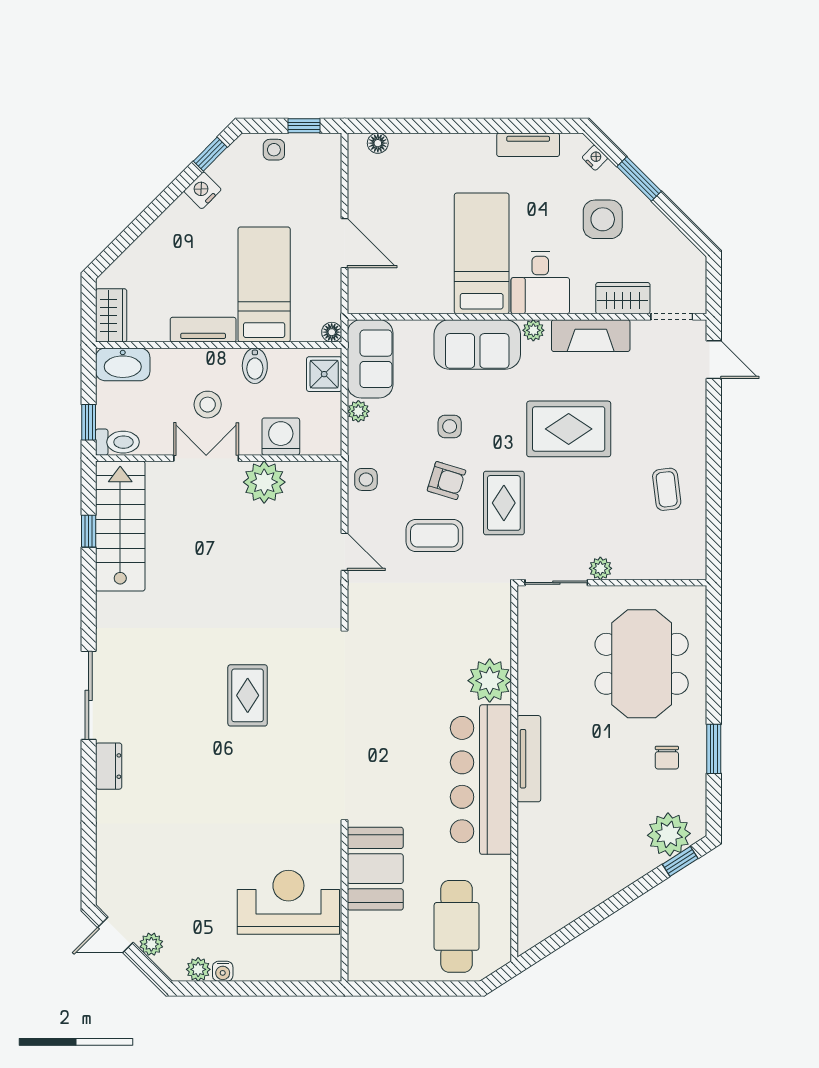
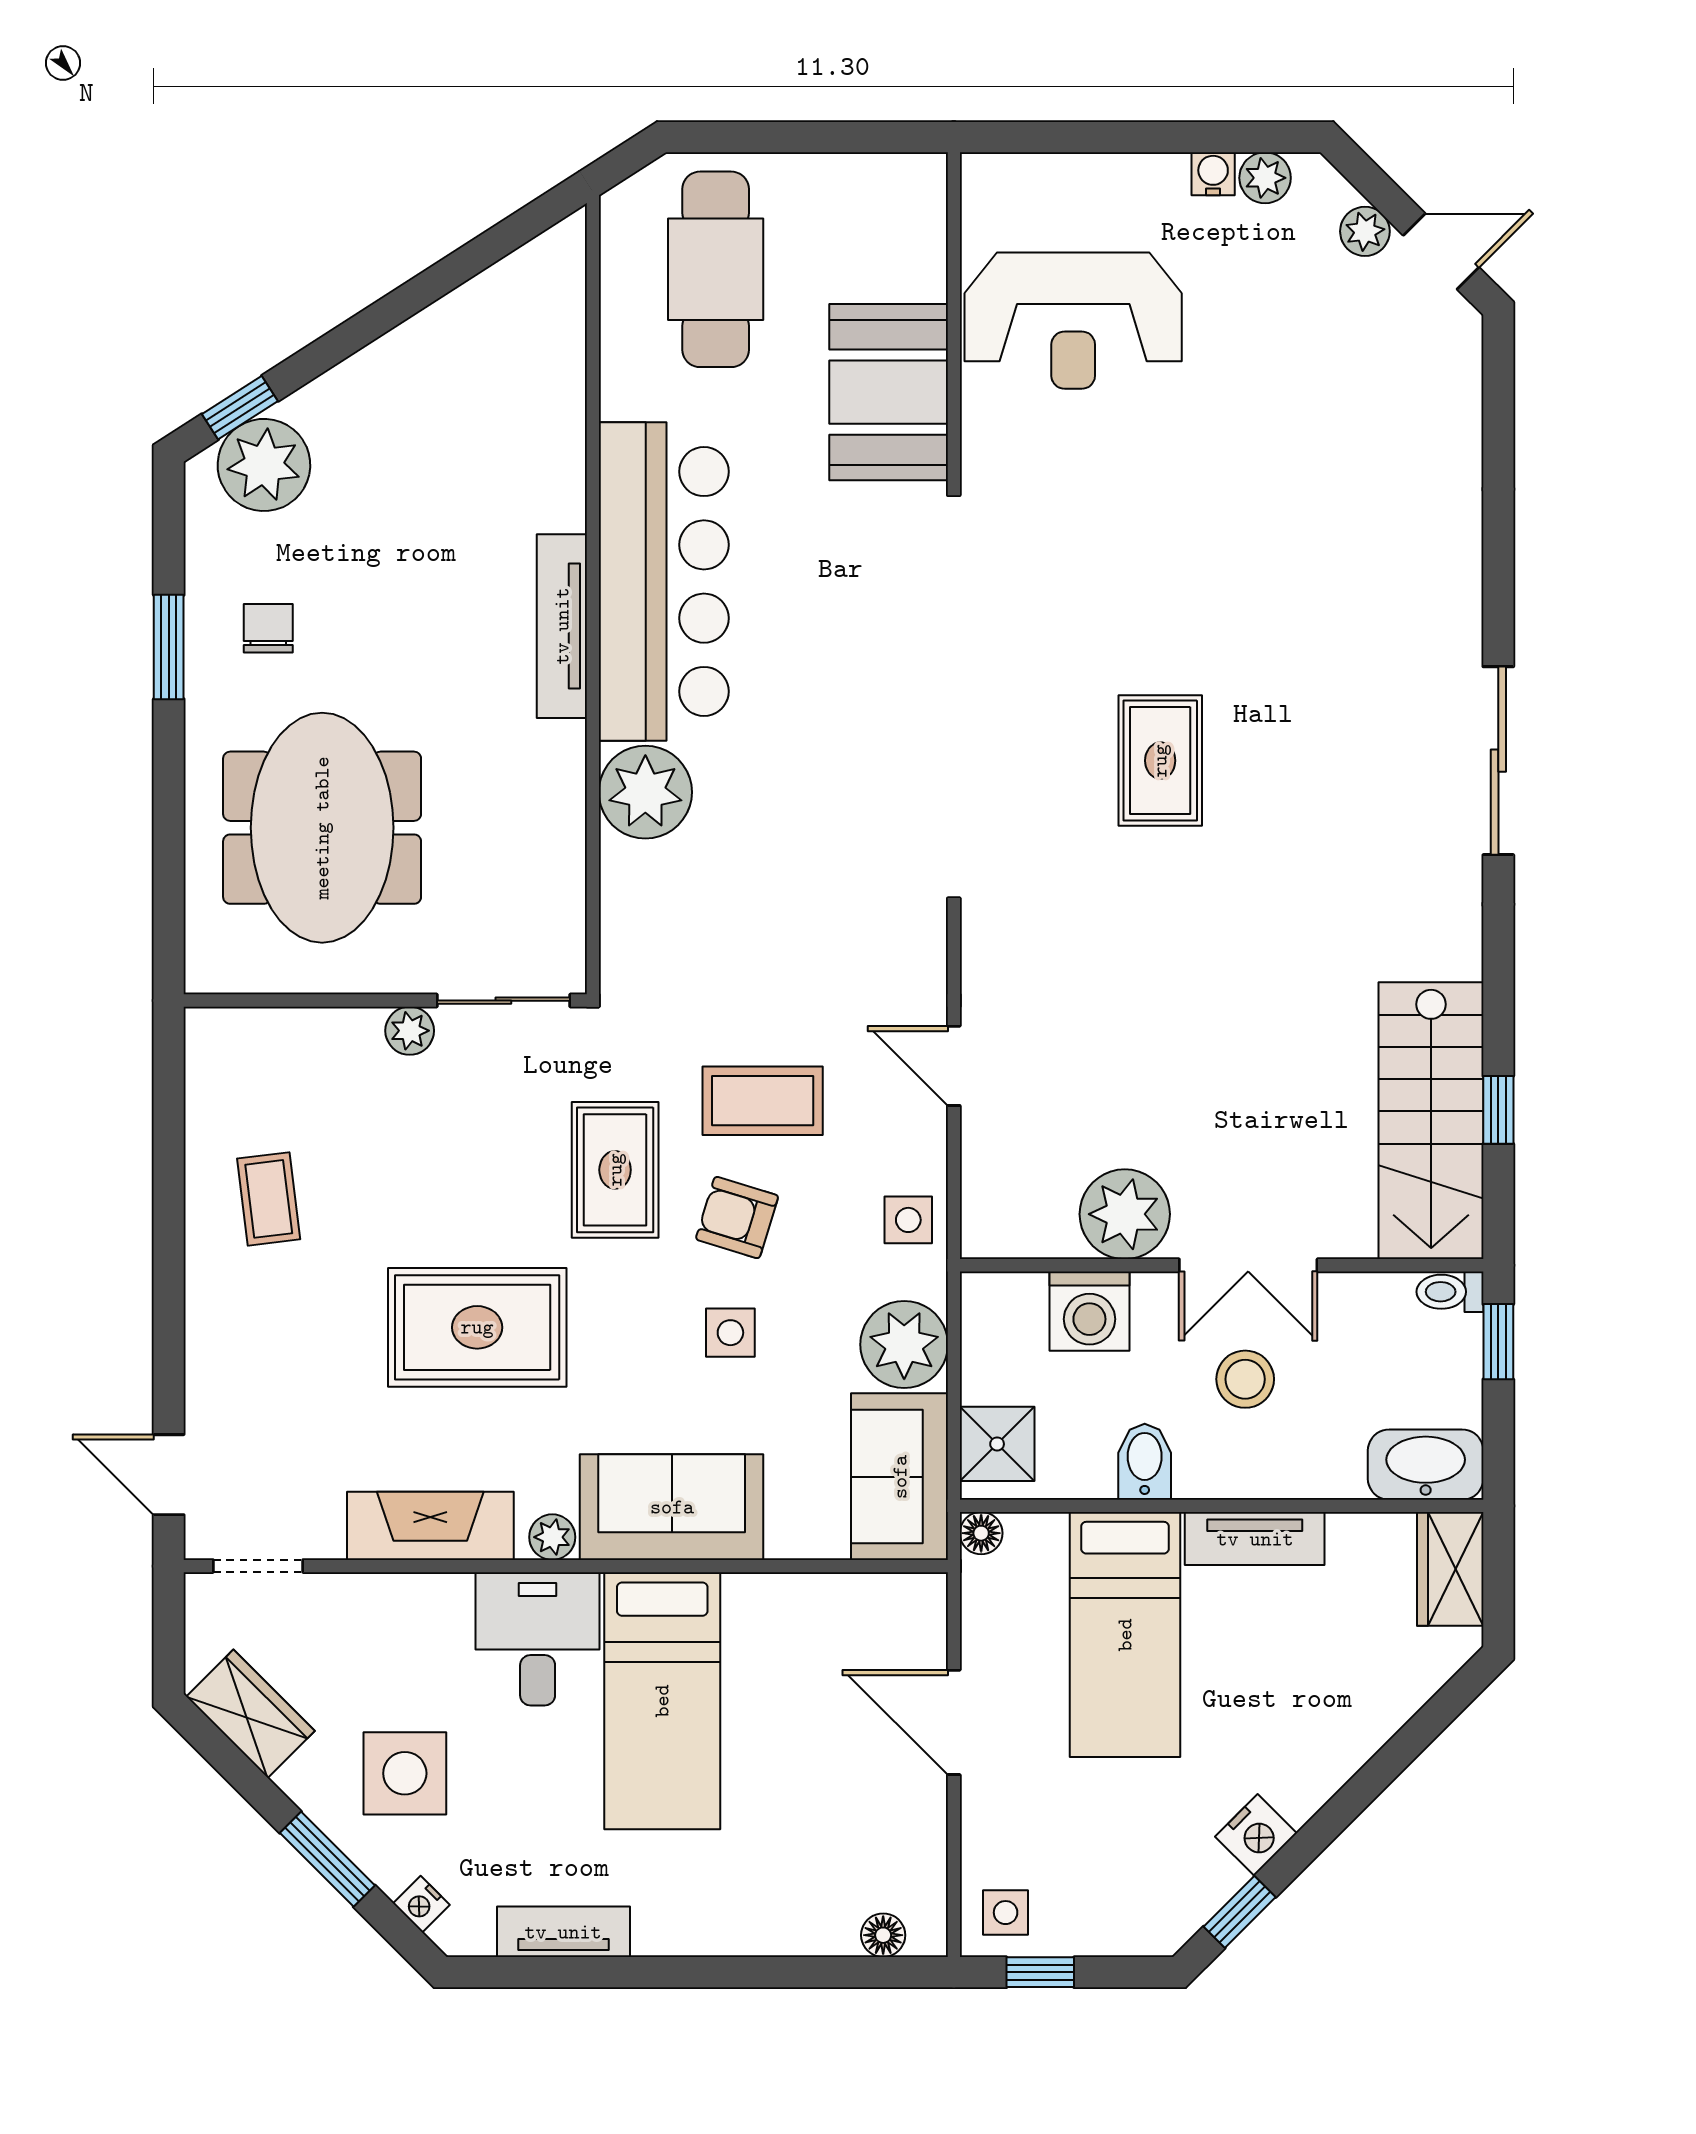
side table: (274, 150) -> (1006, 1913), moved
wardrobe: (623, 298) -> (251, 1714), moved, turned -135
plant: (358, 411) -> (904, 1345), width x1.87, depth x1.87
toilet: (117, 442) -> (1450, 1292), width x0.73, depth x0.72
dresser: (109, 766) -> (1456, 610), removed

